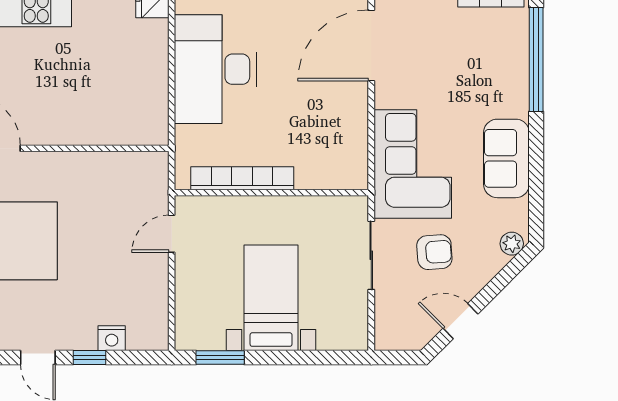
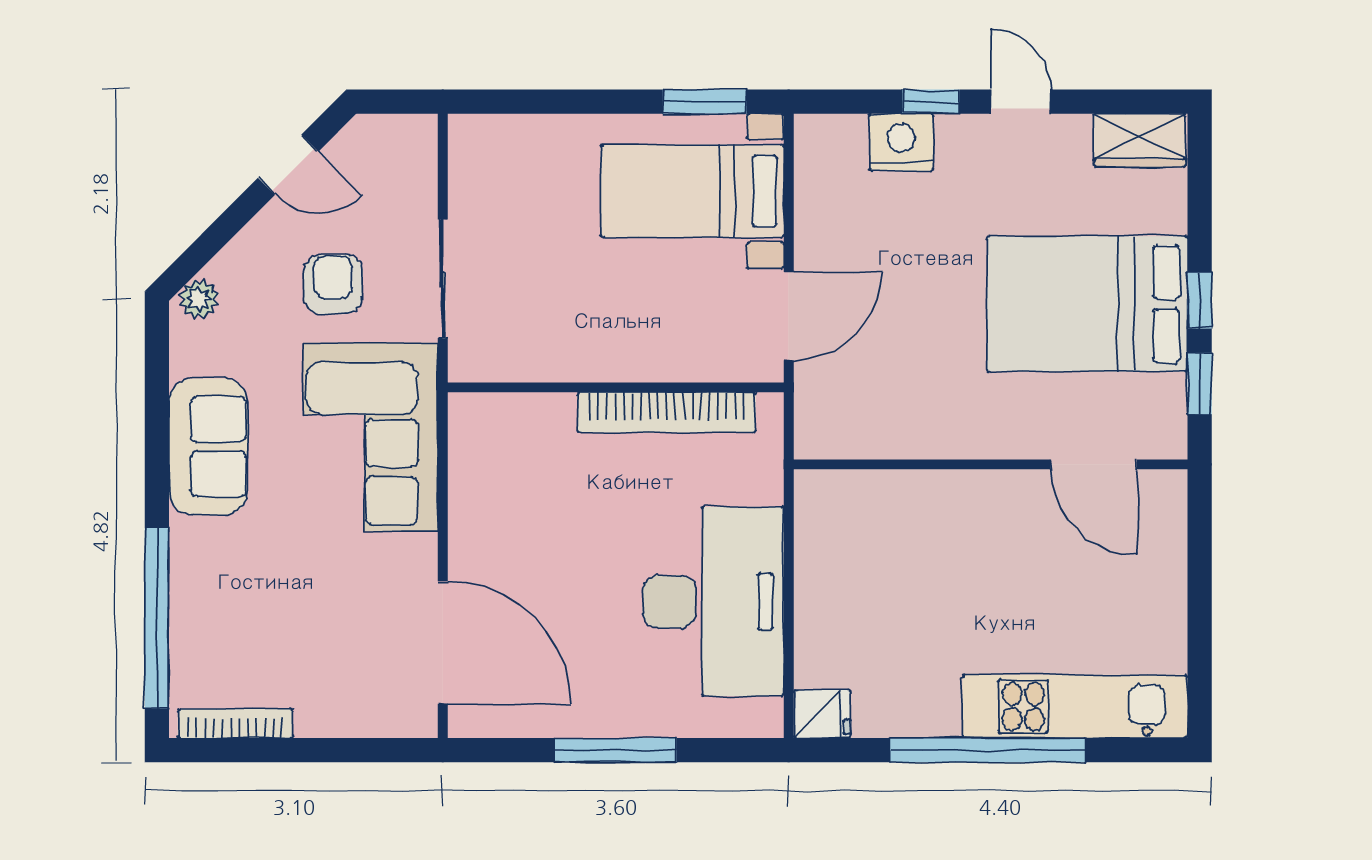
door: (371, 45) -> (443, 643), hinge flipped
door: (172, 234) -> (789, 316), width x1.38
armchair: (434, 252) -> (333, 284), turned 94
bed with nightstands: (271, 298) -> (692, 191), moved, turned 90
nightstand: (112, 338) -> (901, 142), width x1.36, depth x1.33

